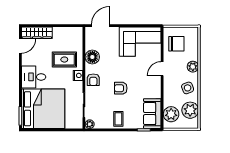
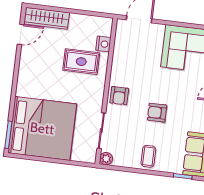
floor lamp: (92, 57) -> (122, 63), removed
nightstand: (78, 75) -> (103, 44), moved
desk: (34, 77) -> (34, 81), removed

